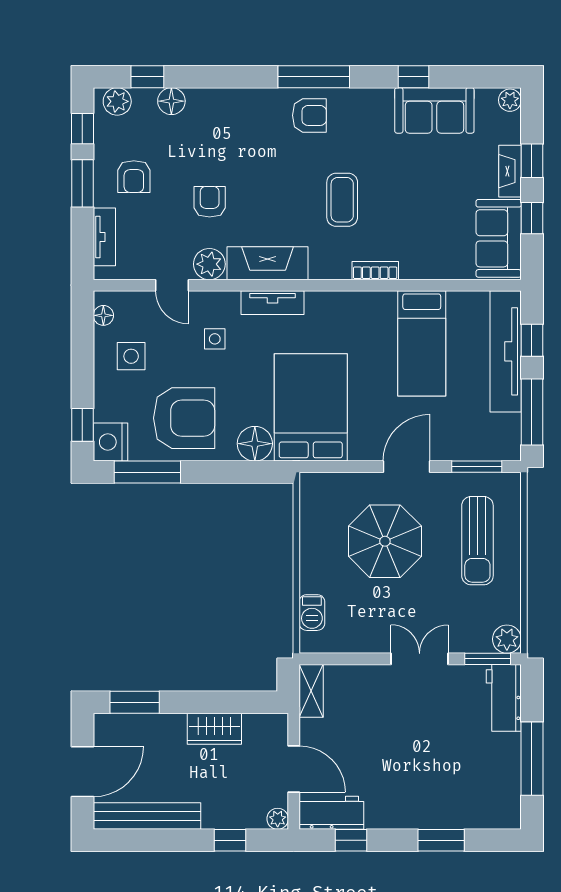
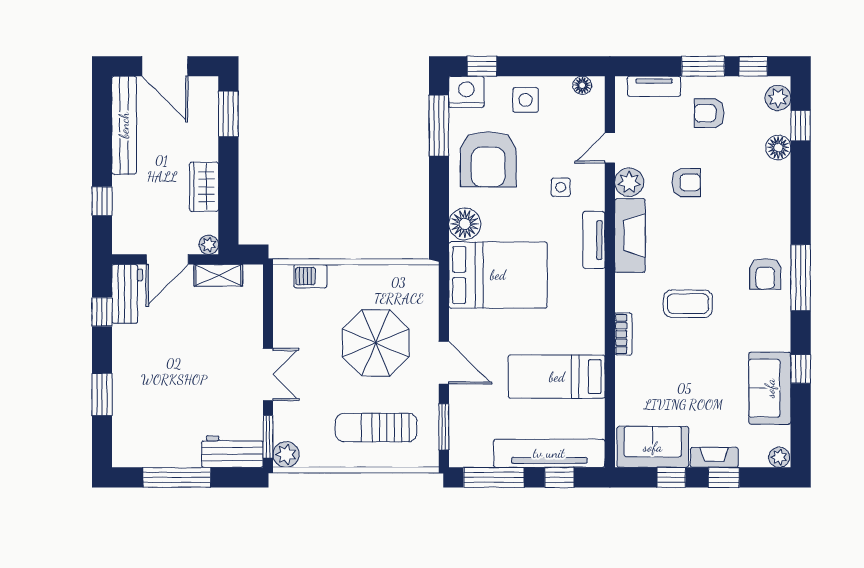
side table: (131, 356) -> (525, 100), moved
shelving: (311, 691) -> (218, 275), moved
plant: (278, 819) -> (209, 245), moved

